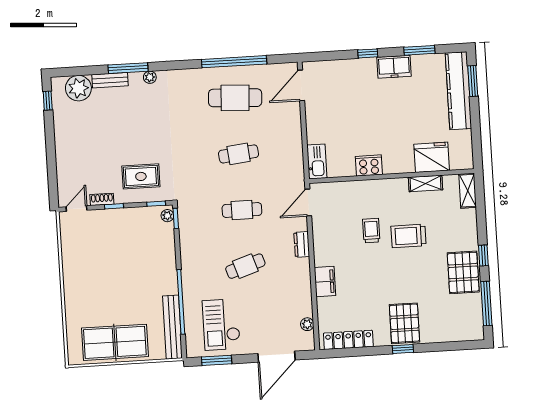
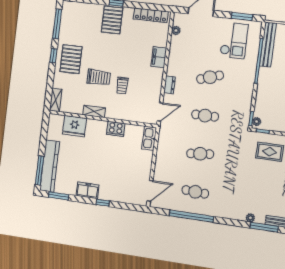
window: (419, 50) -> (59, 196), moved
window: (473, 81) -> (40, 170), width x1.44
cafe table: (235, 98) -> (195, 192), width x0.73, depth x0.74
shelving: (425, 184) -> (94, 111), moved
pallet: (463, 272) -> (71, 59), moved

